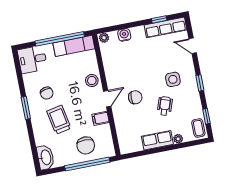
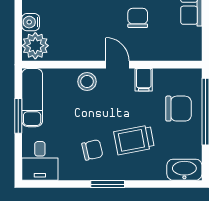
plant: (104, 38) -> (35, 46), width x1.87, depth x1.87
window: (60, 39) -> (18, 116), width x0.47
chair: (135, 97) -> (138, 18), moved

